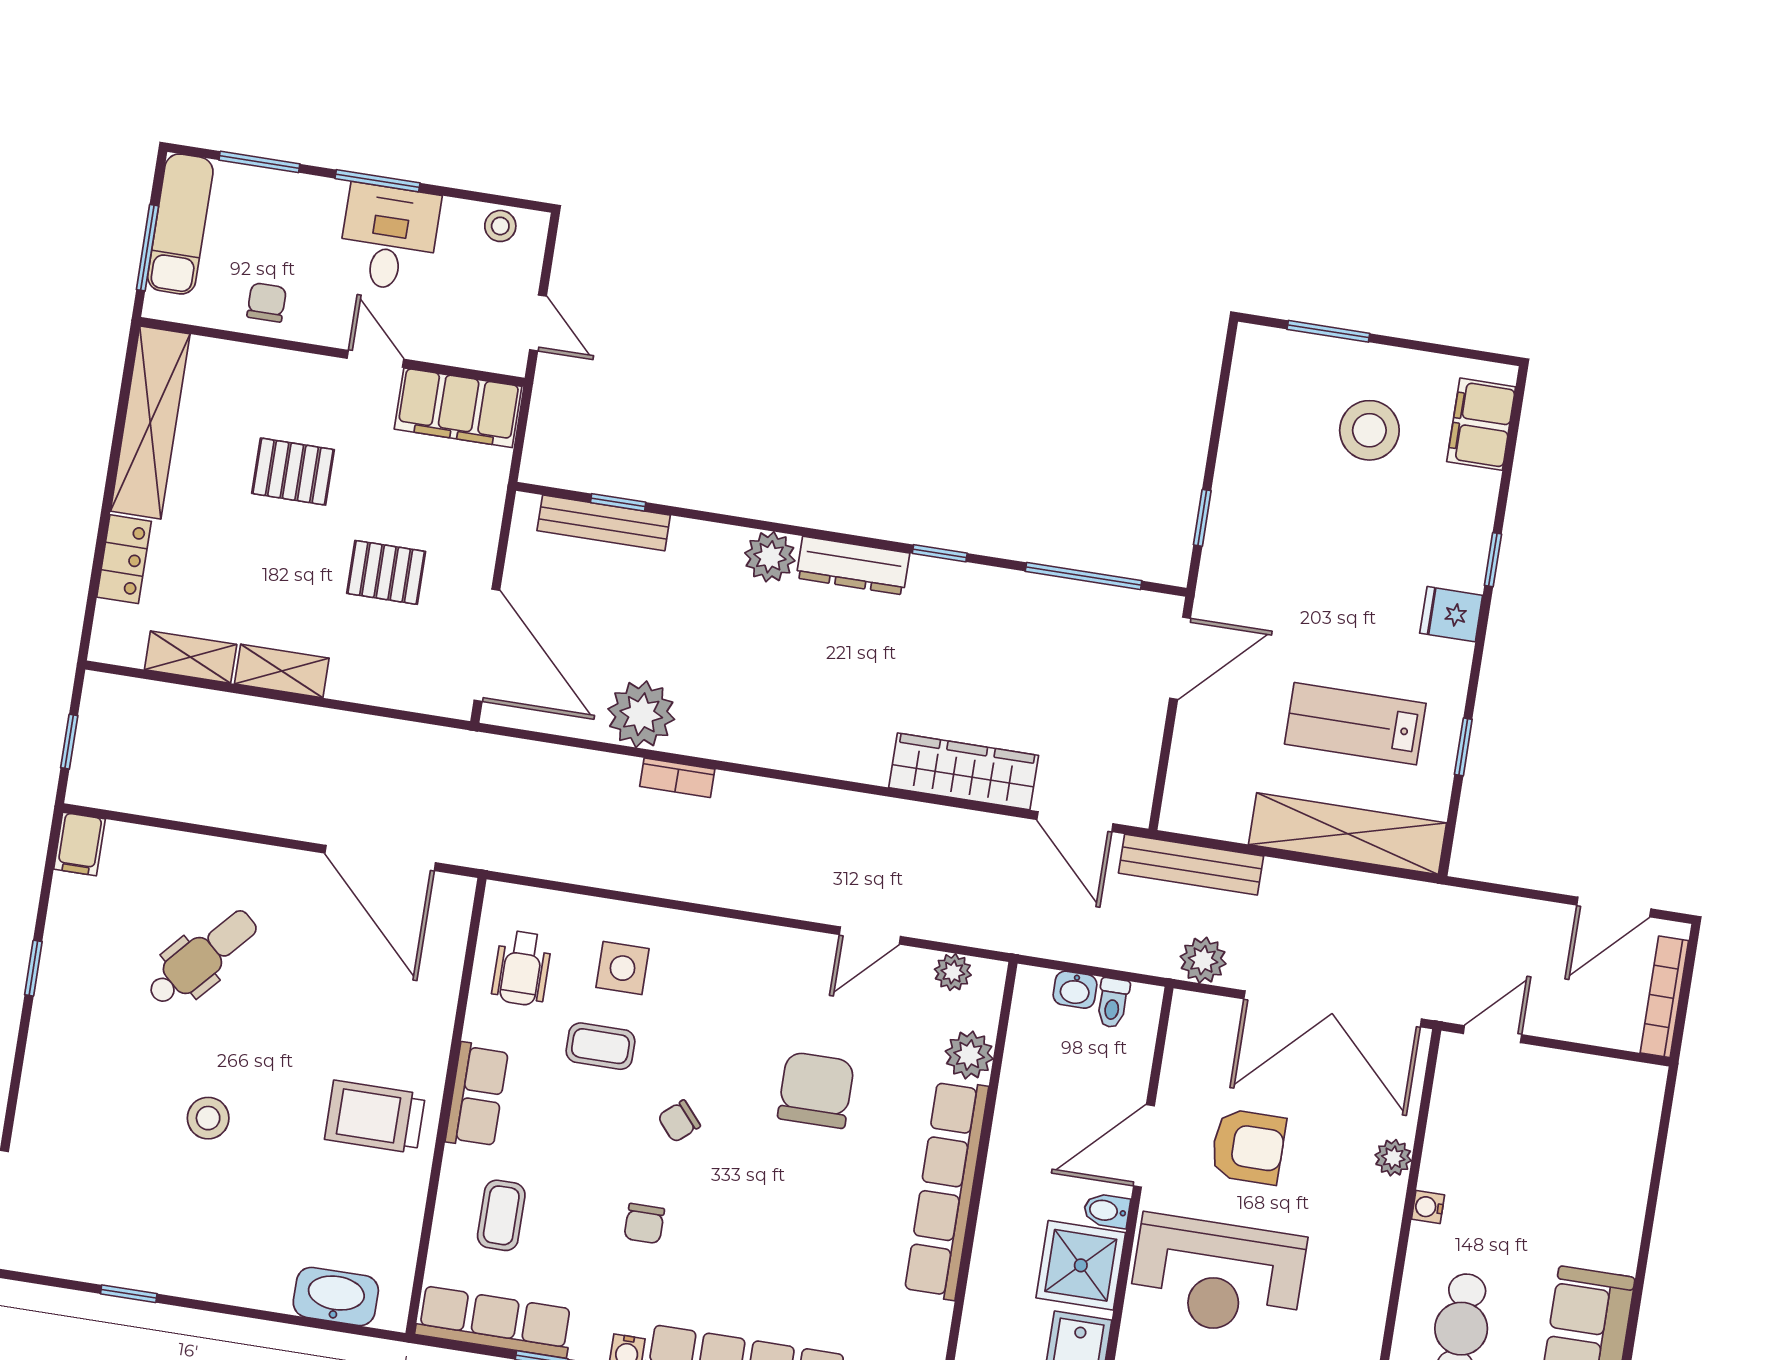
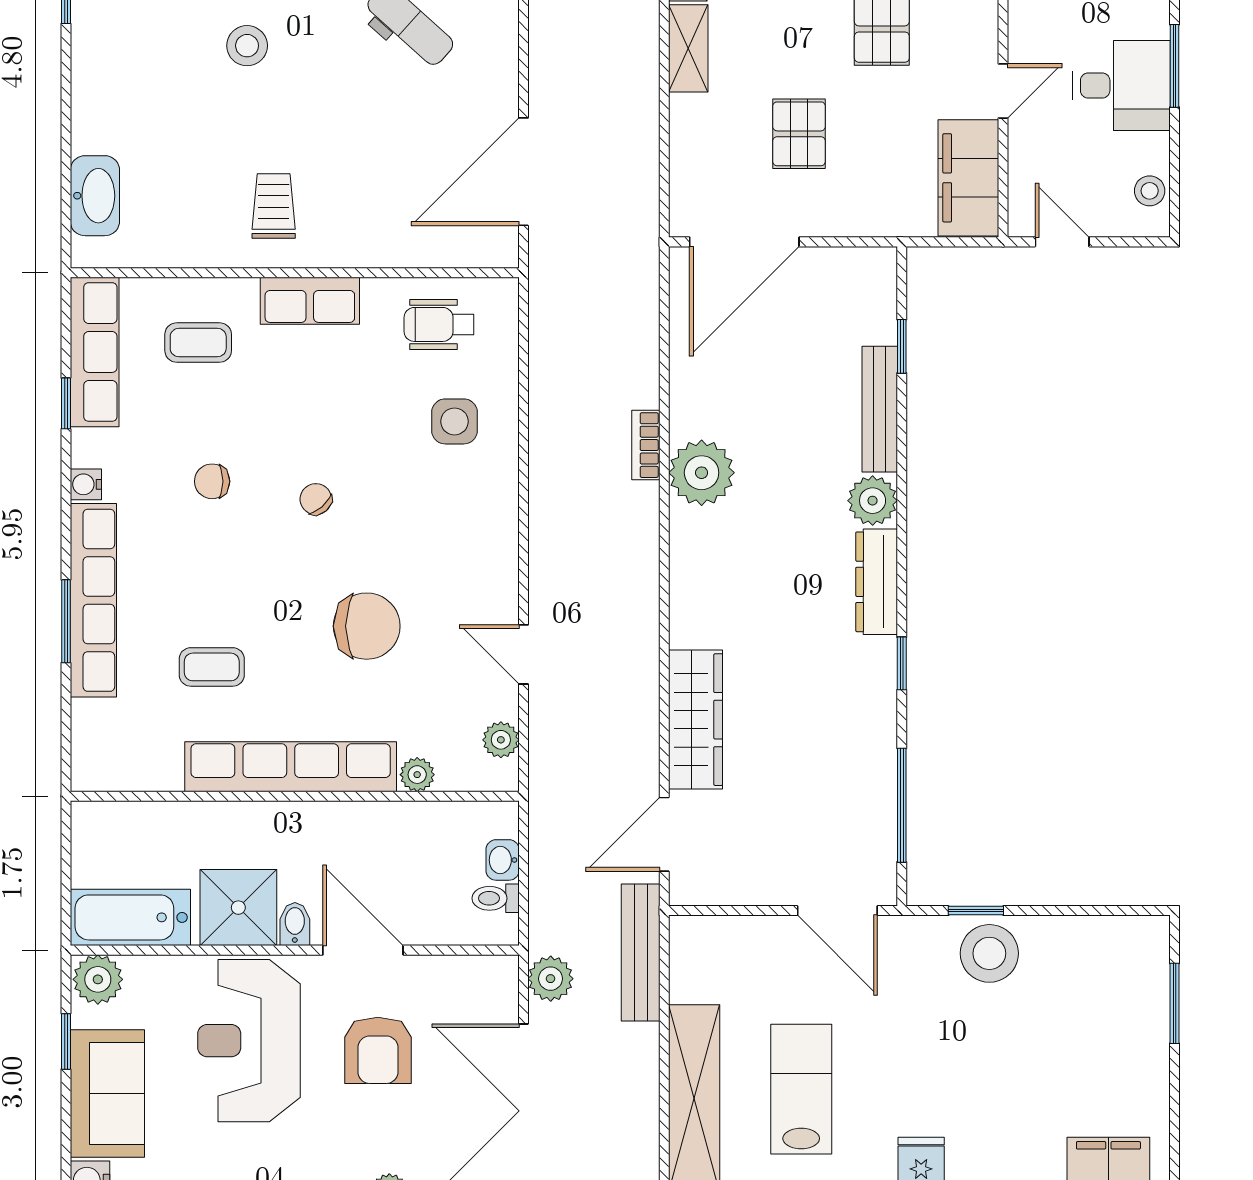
door: (538, 323) -> (1062, 242), swing flipped
stool: (1369, 430) -> (989, 953), moved
bench: (604, 523) -> (880, 409), moved
plant: (641, 714) -> (702, 473), moved
coffee table: (600, 1046) -> (212, 667), moved, turned 90
plant: (969, 1055) -> (417, 775), width x0.73, depth x0.73
trolley: (375, 1117) -> (274, 206), width x0.73, depth x0.72

